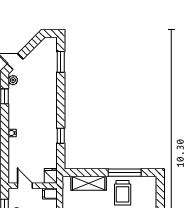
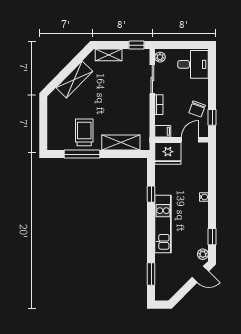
kitchen unit: (50, 108) -> (163, 224), added
fridge: (51, 176) -> (168, 153), width x1.88, depth x1.34
door: (25, 186) -> (190, 140), swing flipped

